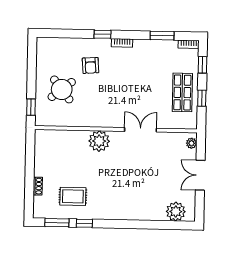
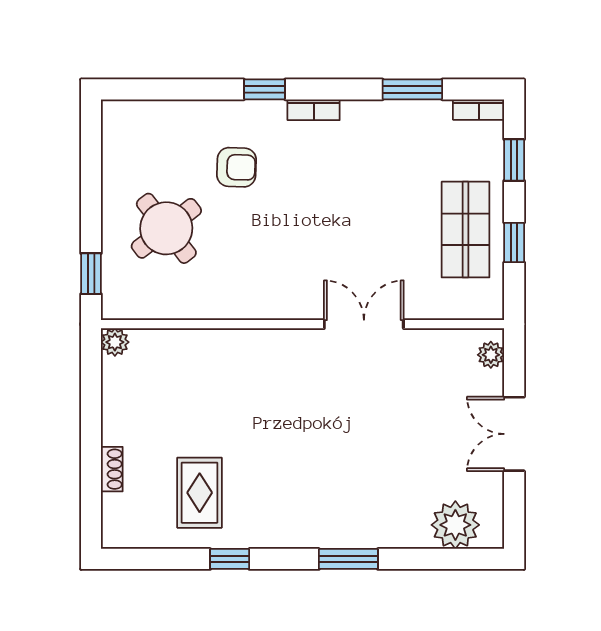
armchair: (91, 65) -> (236, 167), turned -84
plant: (99, 141) -> (115, 342), moved, width x0.53, depth x0.53
rug: (73, 196) -> (200, 493), turned 90
window: (57, 223) -> (348, 559), moved

